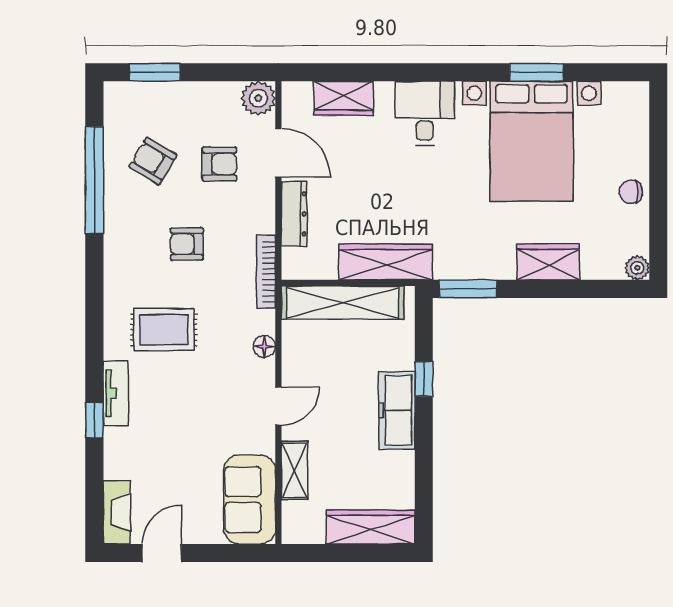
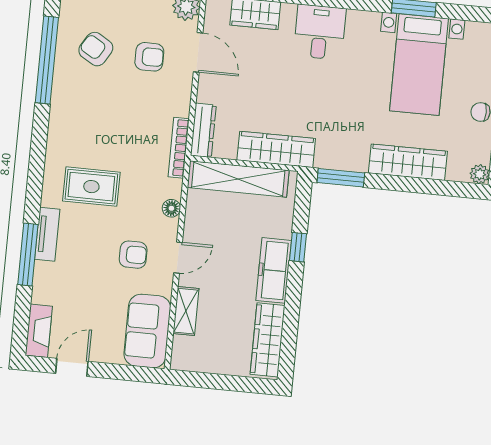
bed with nightstands: (532, 141) -> (419, 65), width x0.73
dresser: (294, 214) -> (203, 130), moved
armchair: (187, 244) -> (133, 255), moved, turned 180
wardrobe: (548, 262) -> (408, 162), width x1.50
window: (94, 420) -> (28, 254), width x2.17
wardrobe: (371, 527) -> (268, 340), moved, turned -90

